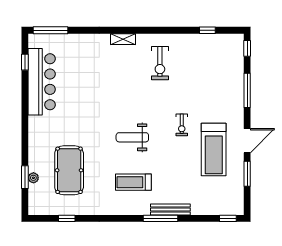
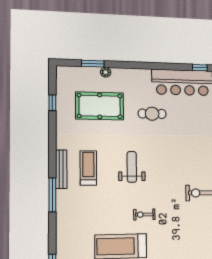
cafe table: (76, 115) -> (152, 114), added
plant: (33, 178) -> (106, 72), moved
bench: (170, 210) -> (61, 169), moved

